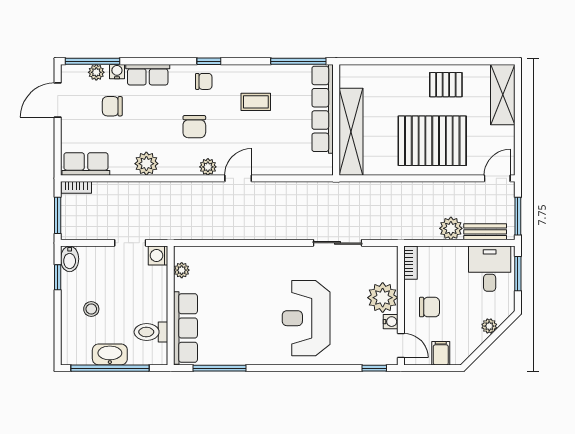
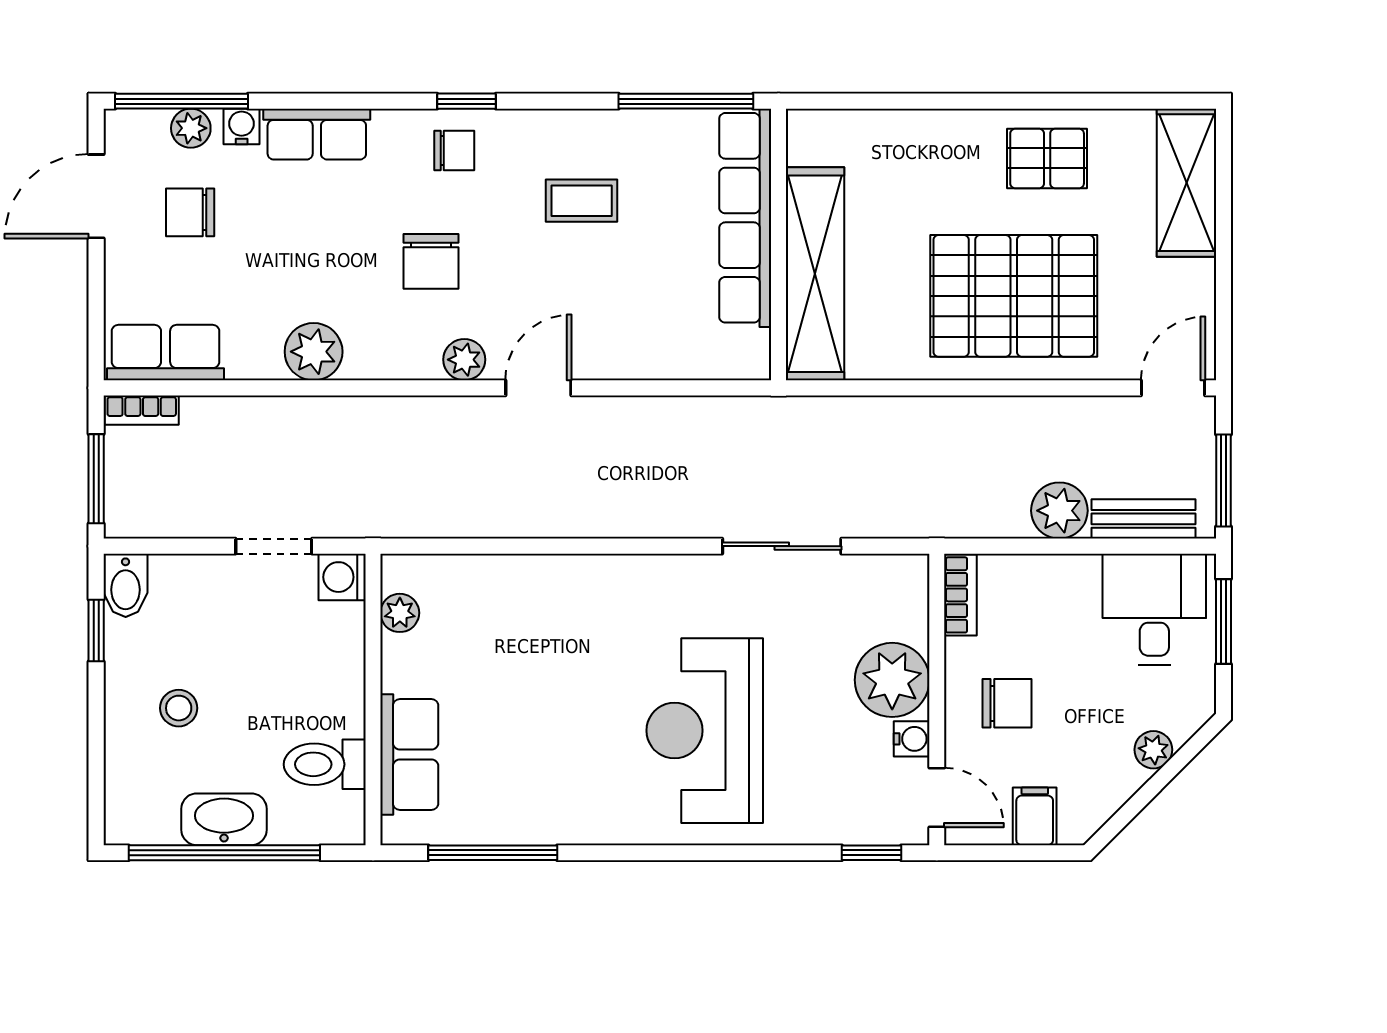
chair: (112, 106) -> (190, 212), moved
row of seats: (185, 328) -> (409, 755), width x0.68

